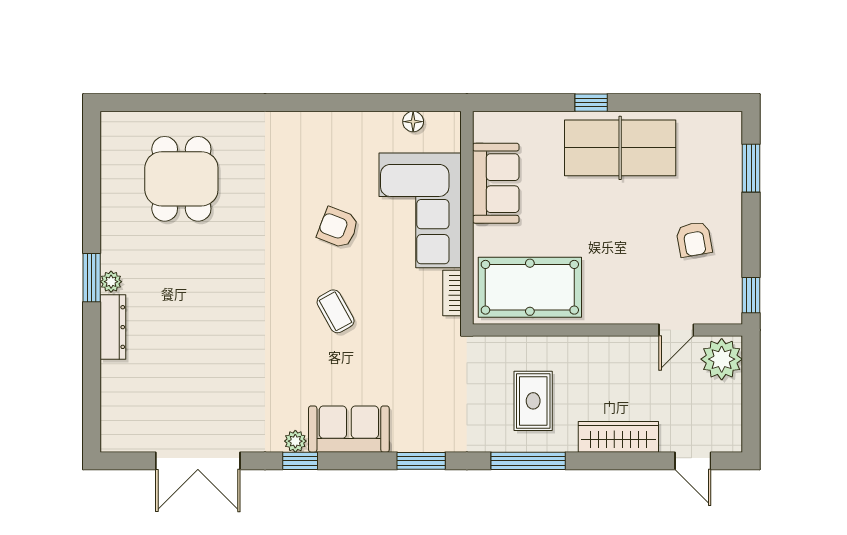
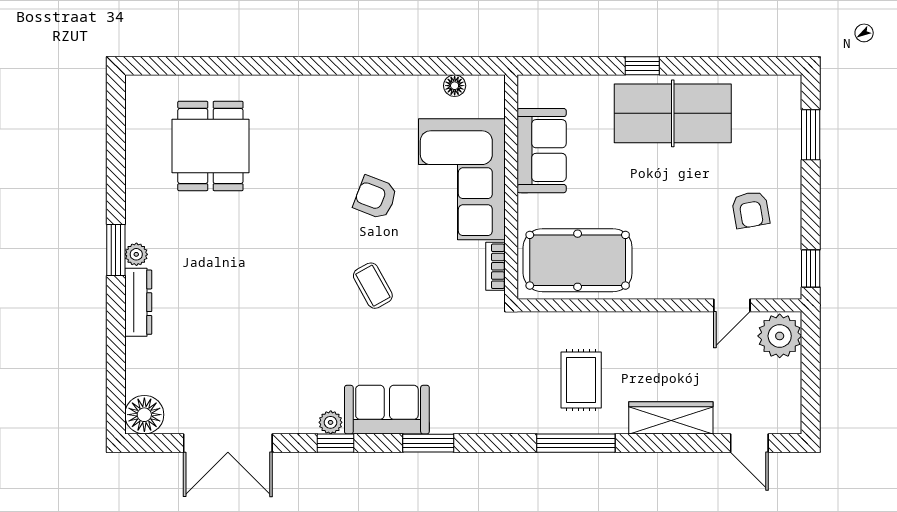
floor lamp: (119, 434) -> (144, 415), added
window: (421, 461) -> (428, 443), moved

